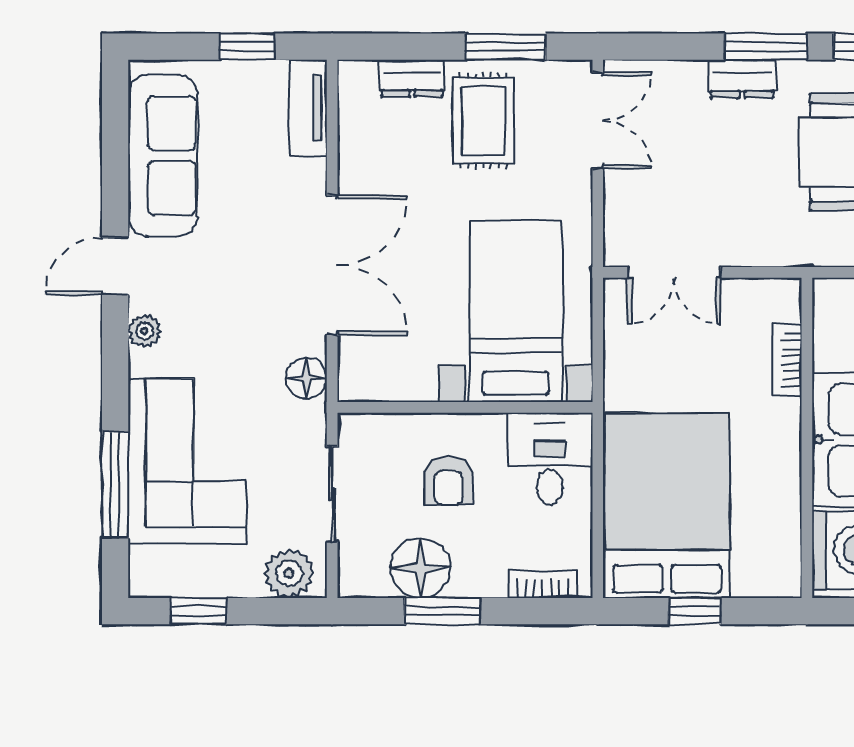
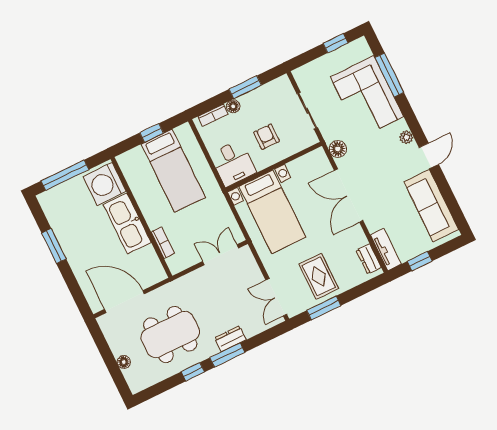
dresser: (412, 78) -> (369, 259), moved, turned -90
bed: (667, 506) -> (173, 171), width x0.67
floor lamp: (420, 568) -> (233, 106), moved, width x0.53, depth x0.53
plant: (289, 573) -> (309, 73), removed

